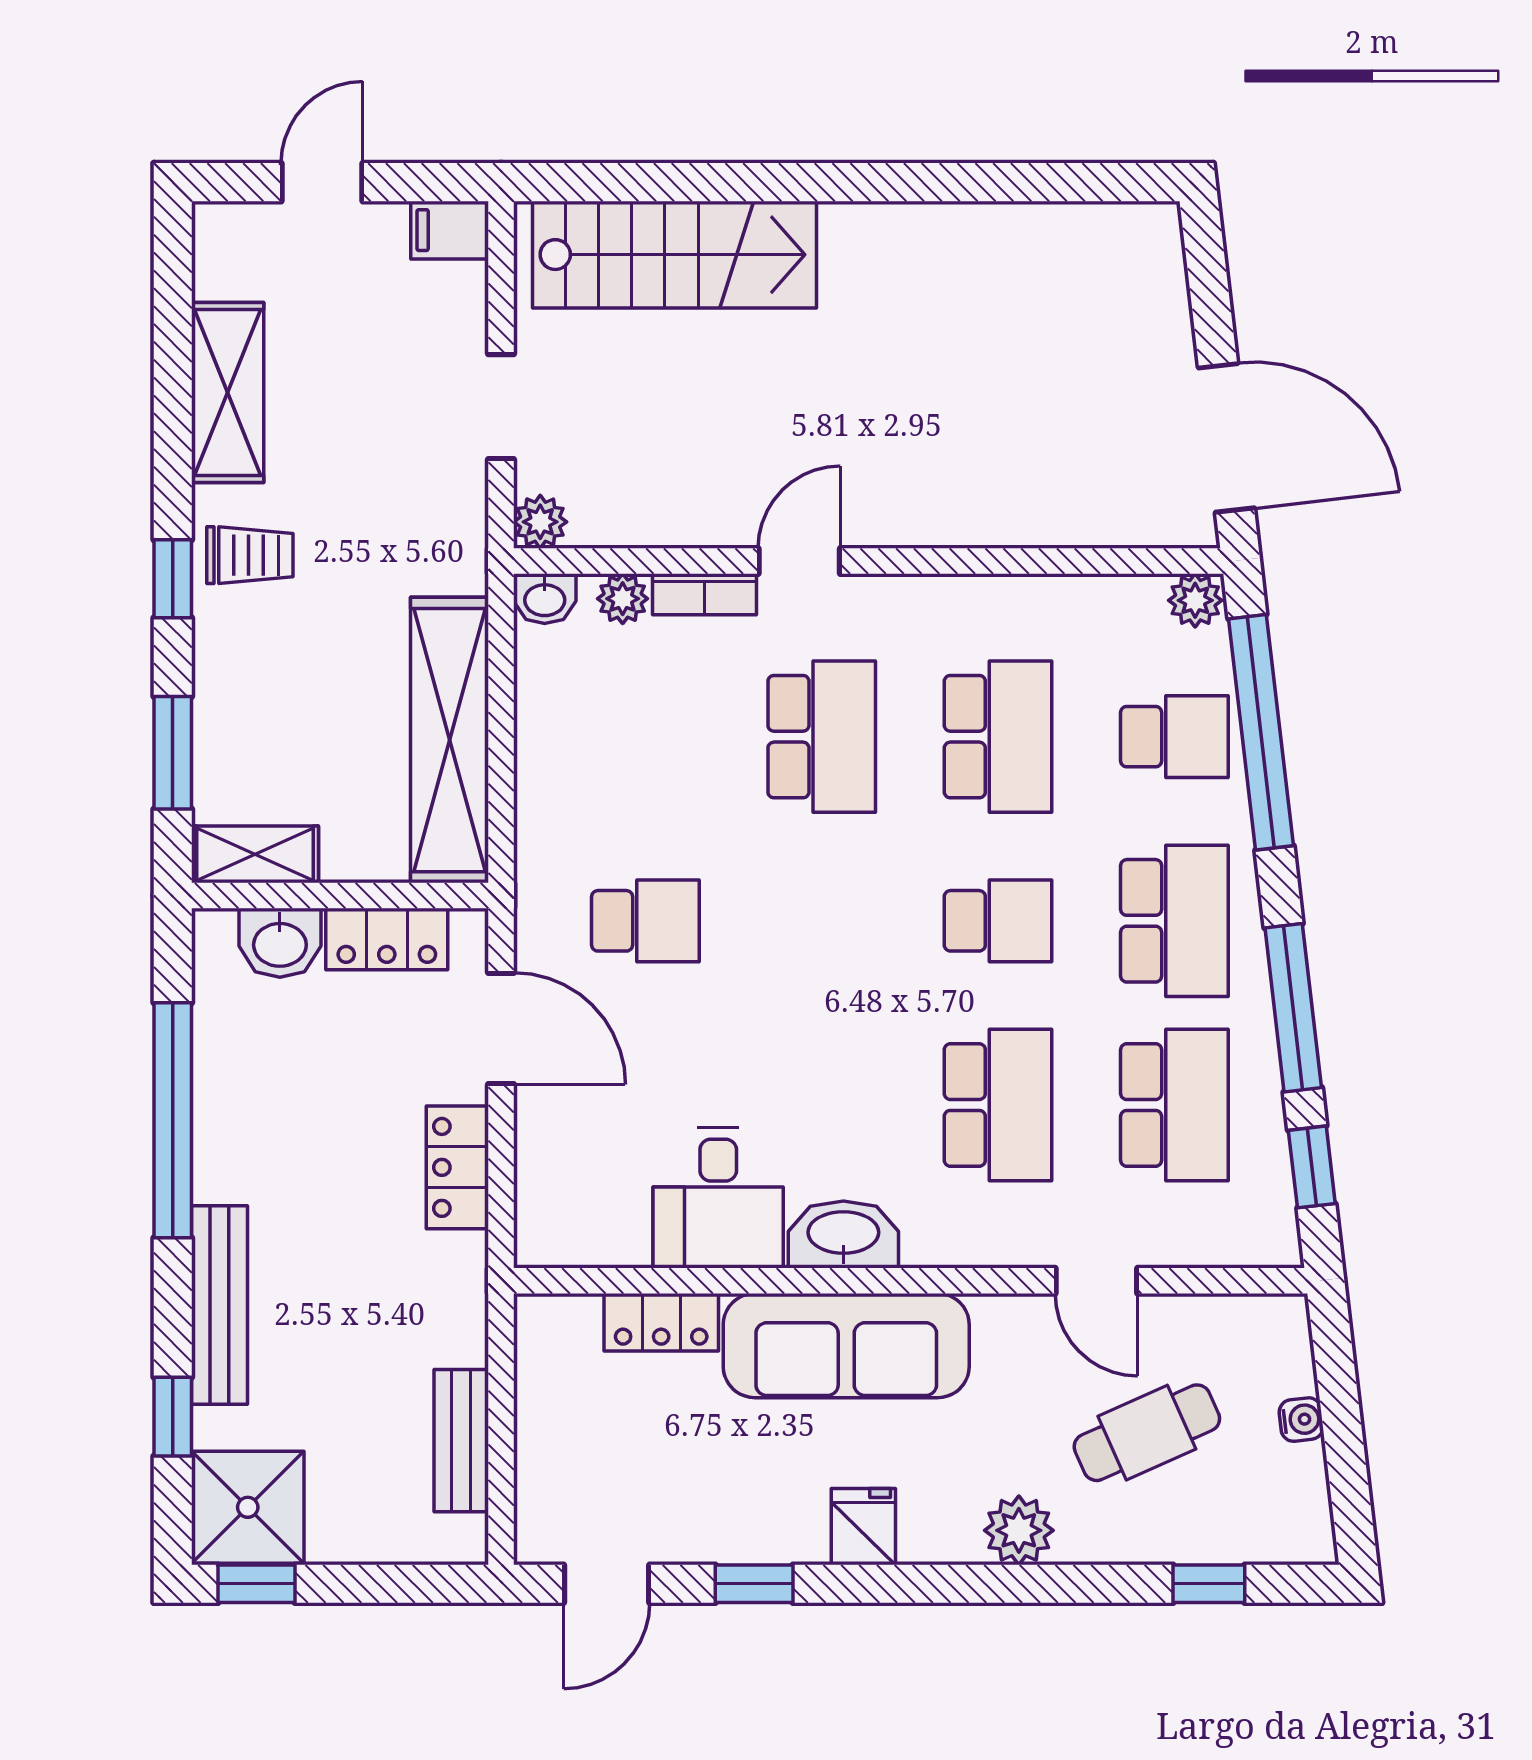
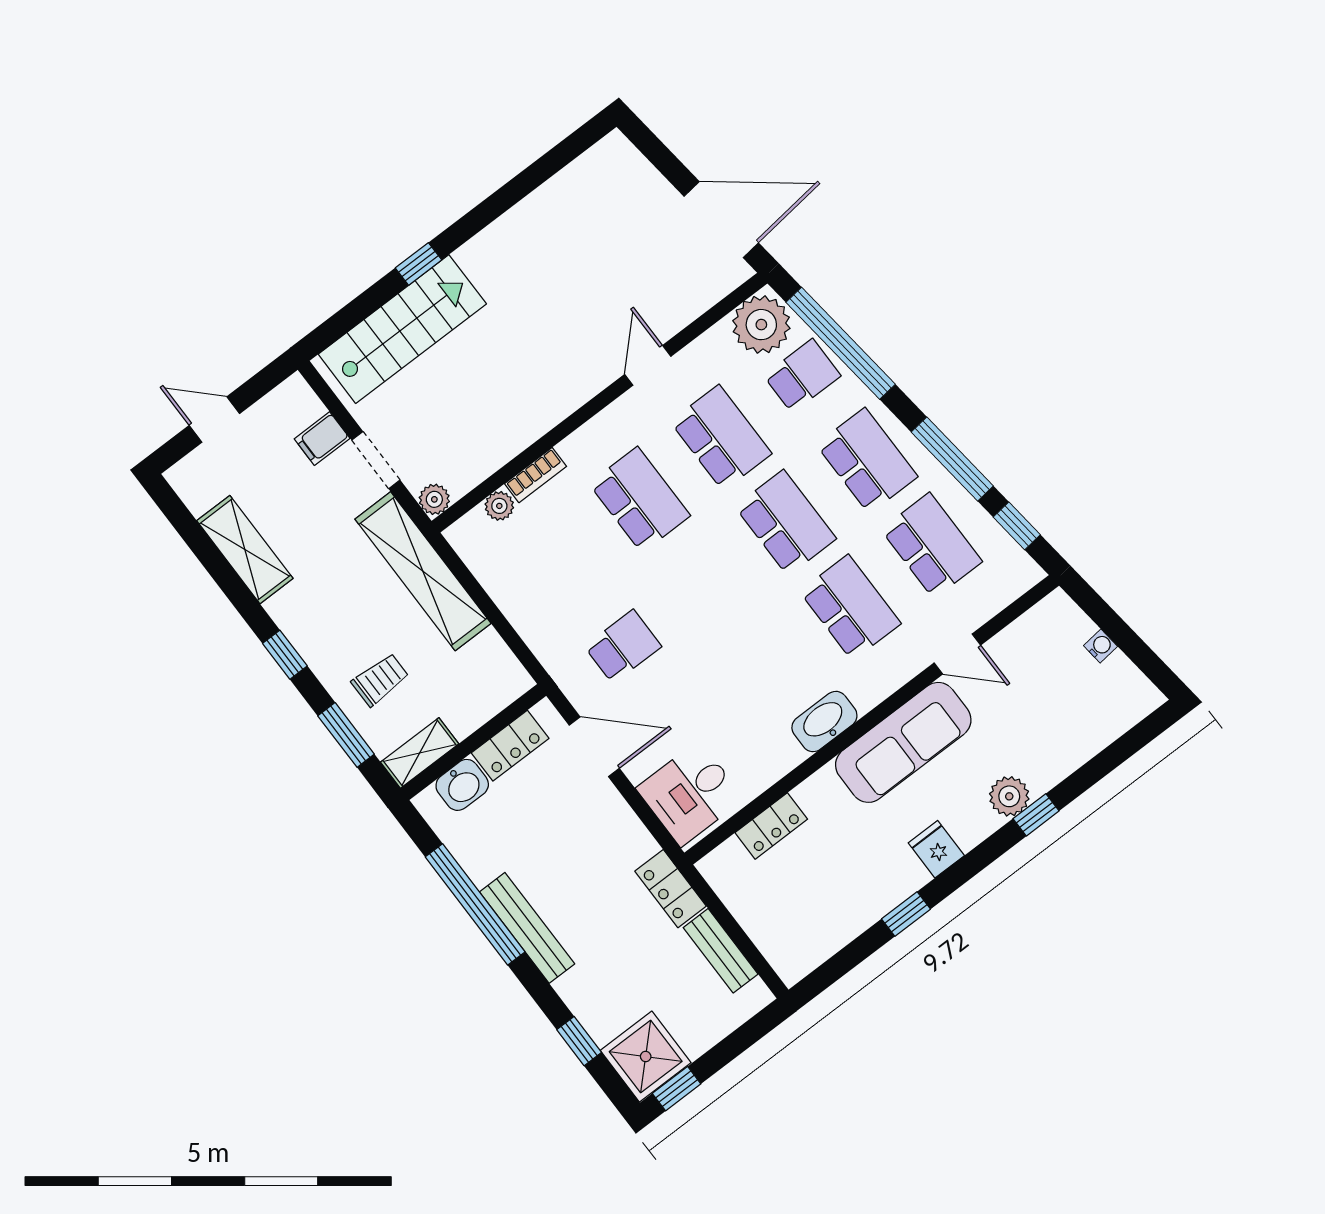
door: (322, 182) -> (214, 419), hinge flipped
window: (765, 182) -> (418, 264), added
filing cabinet: (450, 230) -> (322, 439), moved
trolley: (250, 555) -> (380, 680), moved
door: (799, 561) -> (648, 365), moved
washbasin: (545, 599) -> (463, 533), removed
plant: (1195, 600) -> (761, 325), width x1.88, depth x1.88
shelving: (449, 740) -> (423, 571), moved
school desk: (998, 921) -> (786, 523), width x1.85
locker: (457, 1167) -> (671, 889), moved
desk: (718, 1198) -> (690, 793), moved, turned 90
bench: (219, 1305) -> (527, 928), moved
sofa: (846, 1346) -> (903, 742), moved
cafe table: (1147, 1433) -> (1034, 706), removed
door: (607, 1584) -> (838, 966), removed
window: (1209, 1584) -> (1036, 815), moved

